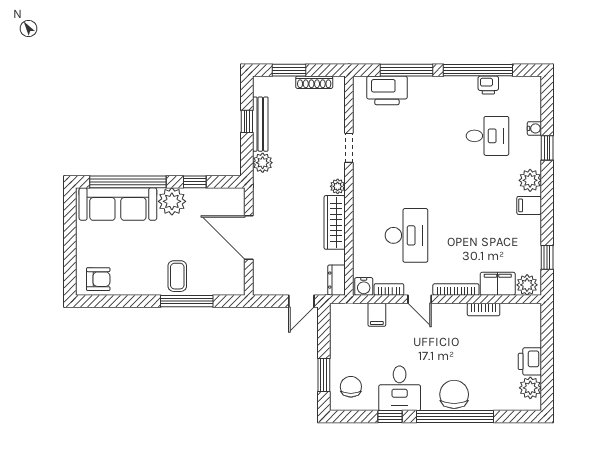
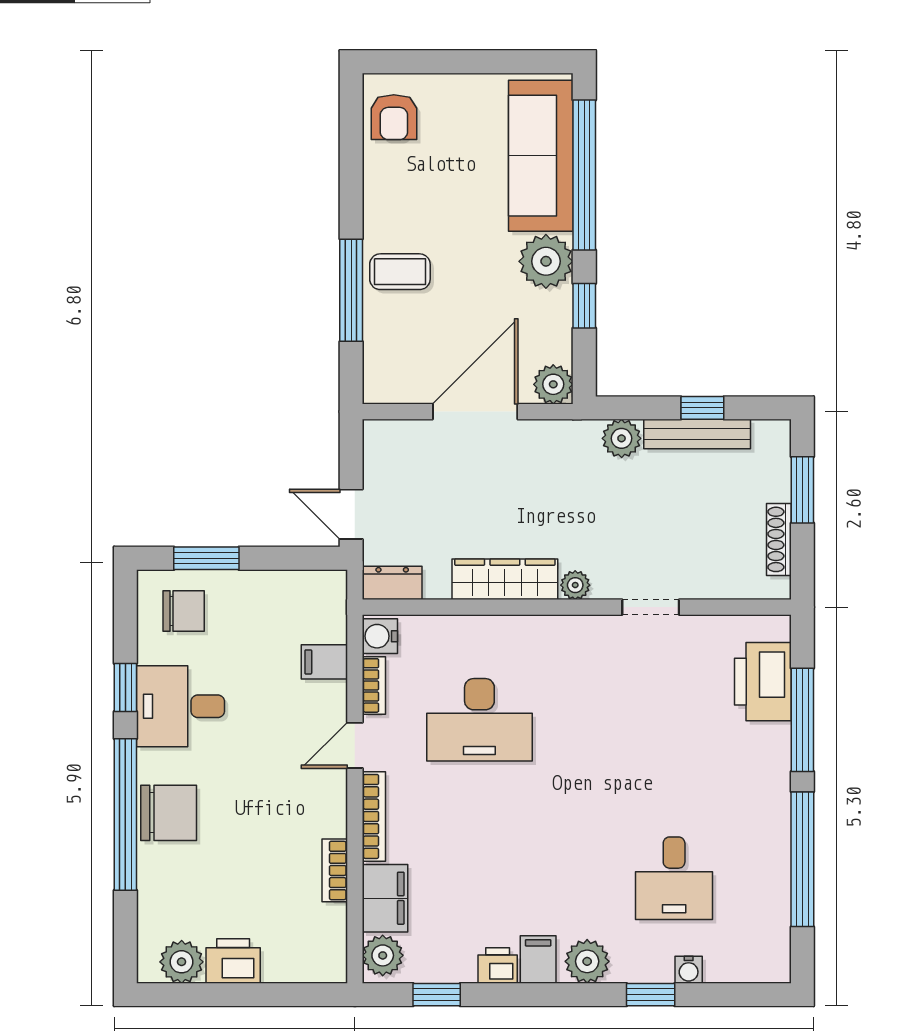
printer: (488, 85) -> (498, 965), moved, turned 90
plant: (235, 198) -> (553, 384), added

